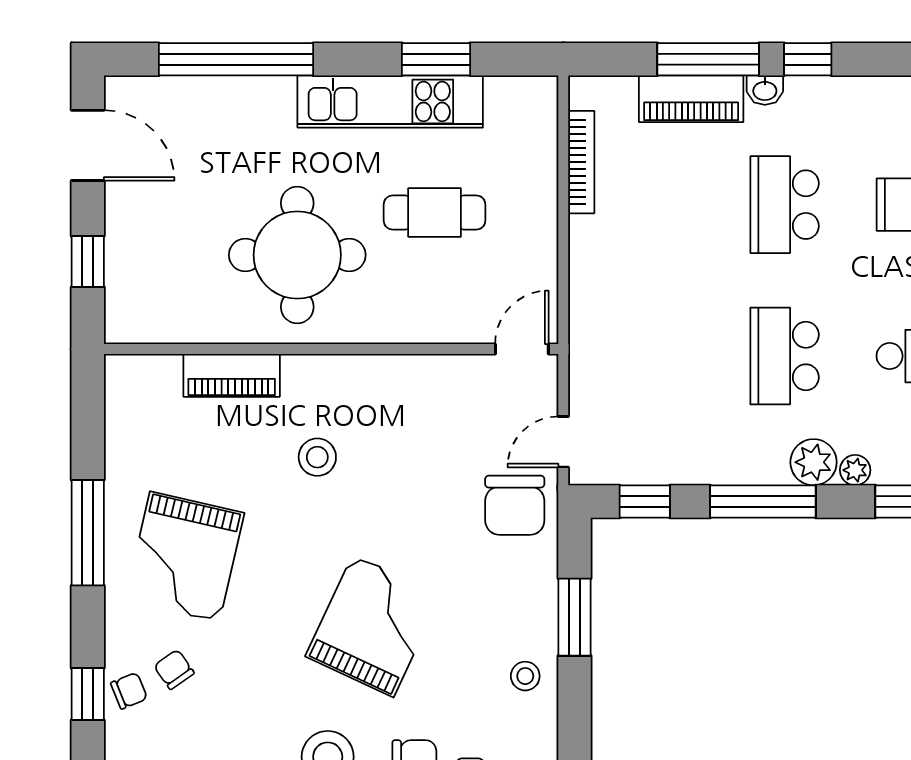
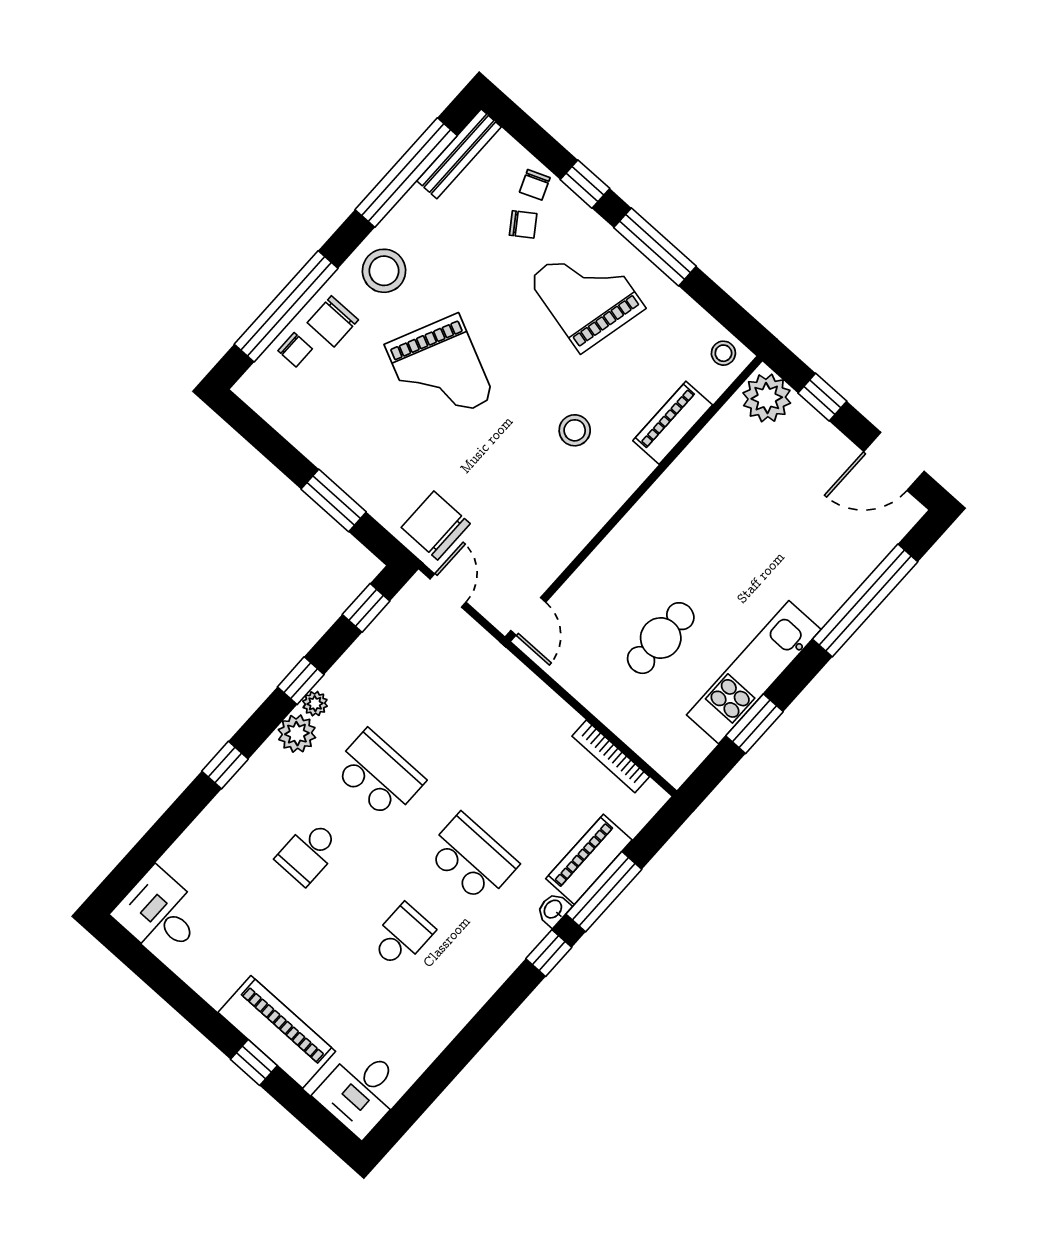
round table: (297, 255) -> (710, 530), removed
plant: (134, 311) -> (767, 398), added
plant: (855, 470) -> (315, 704), moved
window: (763, 501) -> (301, 681), width x0.46
stool: (525, 676) -> (723, 353), moved
window: (88, 694) -> (585, 184), moved

